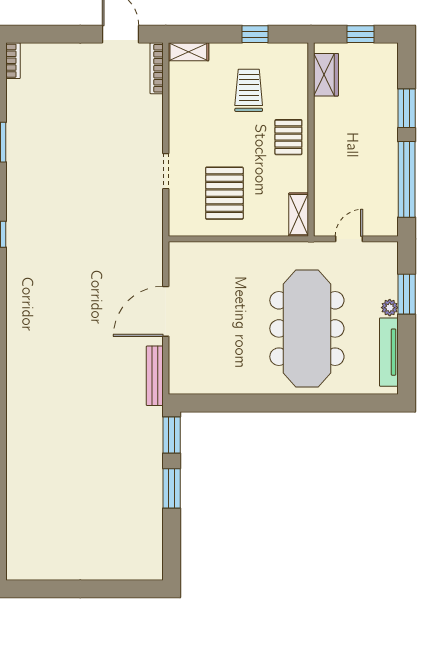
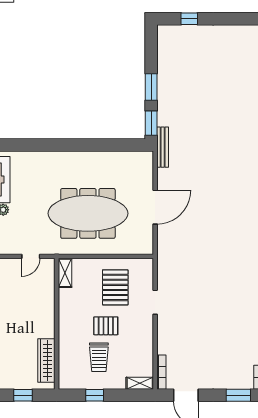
window: (43, 34) -> (238, 395), added
wardrobe: (326, 75) -> (46, 360), width x1.50
pallet: (288, 137) -> (106, 326), moved, turned 90
meeting table: (307, 328) -> (88, 213), moved, turned 90
bench: (155, 376) -> (163, 147), moved
window: (116, 589) -> (189, 19), added

